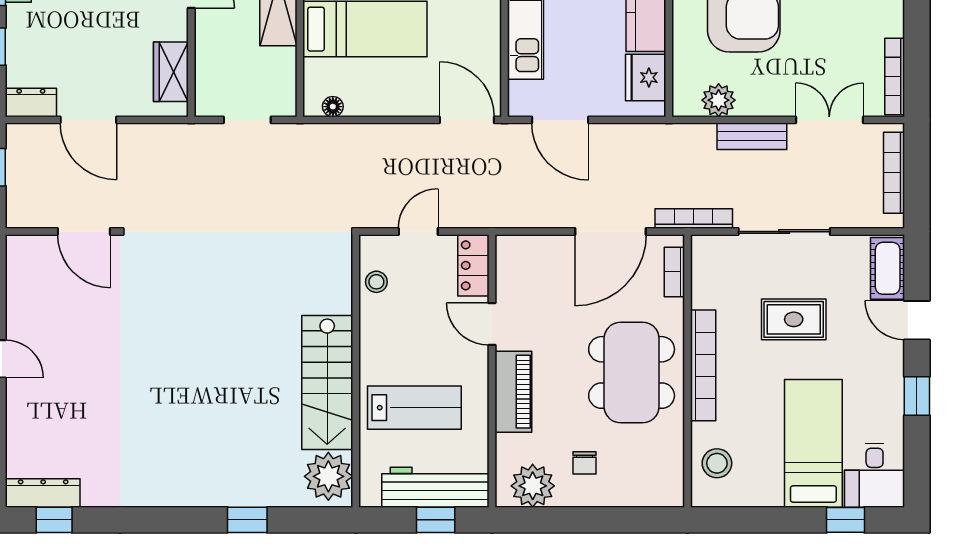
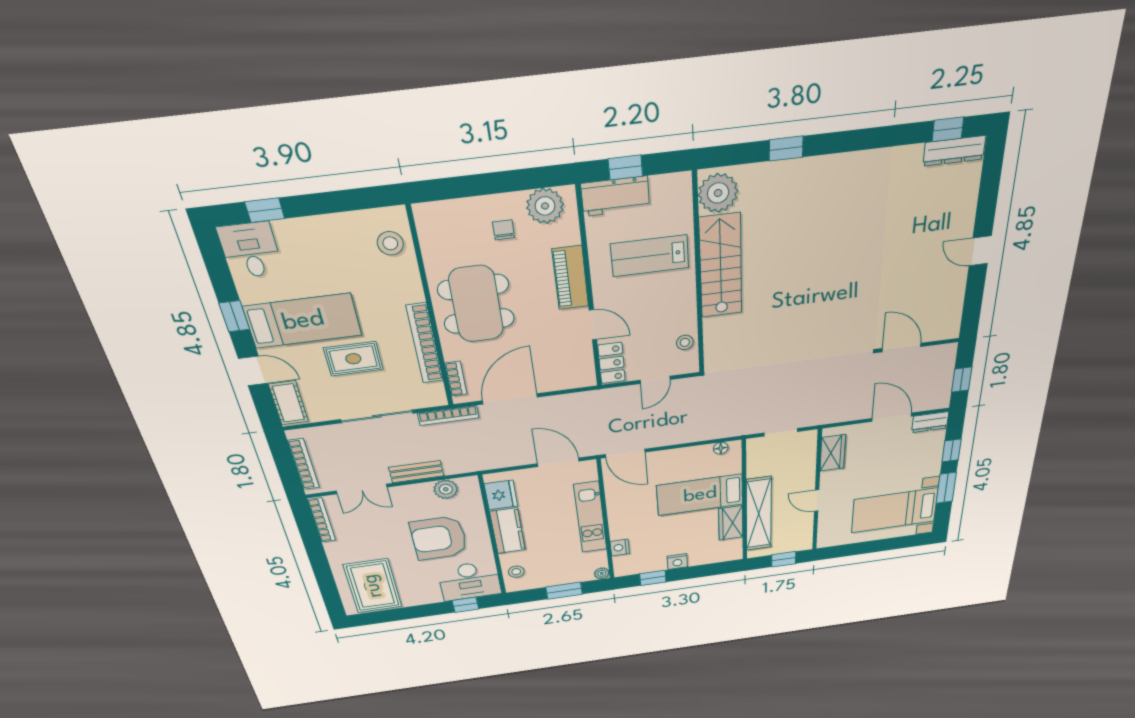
bookcase: (703, 365) -> (425, 343), moved
bed: (813, 443) -> (303, 321), moved, turned -90
workbench: (435, 487) -> (615, 196), width x0.73

